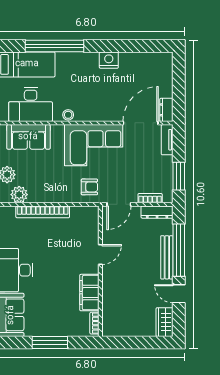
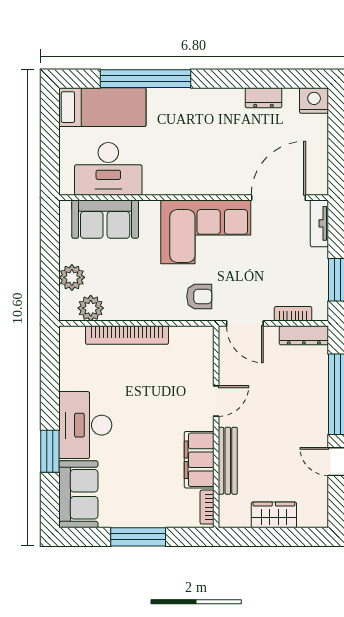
nightstand: (109, 60) -> (314, 100), moved
dresser: (166, 110) -> (264, 98), moved, turned -90
stool: (68, 115) -> (166, 185), removed
door: (119, 204) -> (245, 323), hinge flipped
bench: (167, 257) -> (228, 461), moved
wardrobe: (165, 322) -> (274, 515), moved, turned 90

